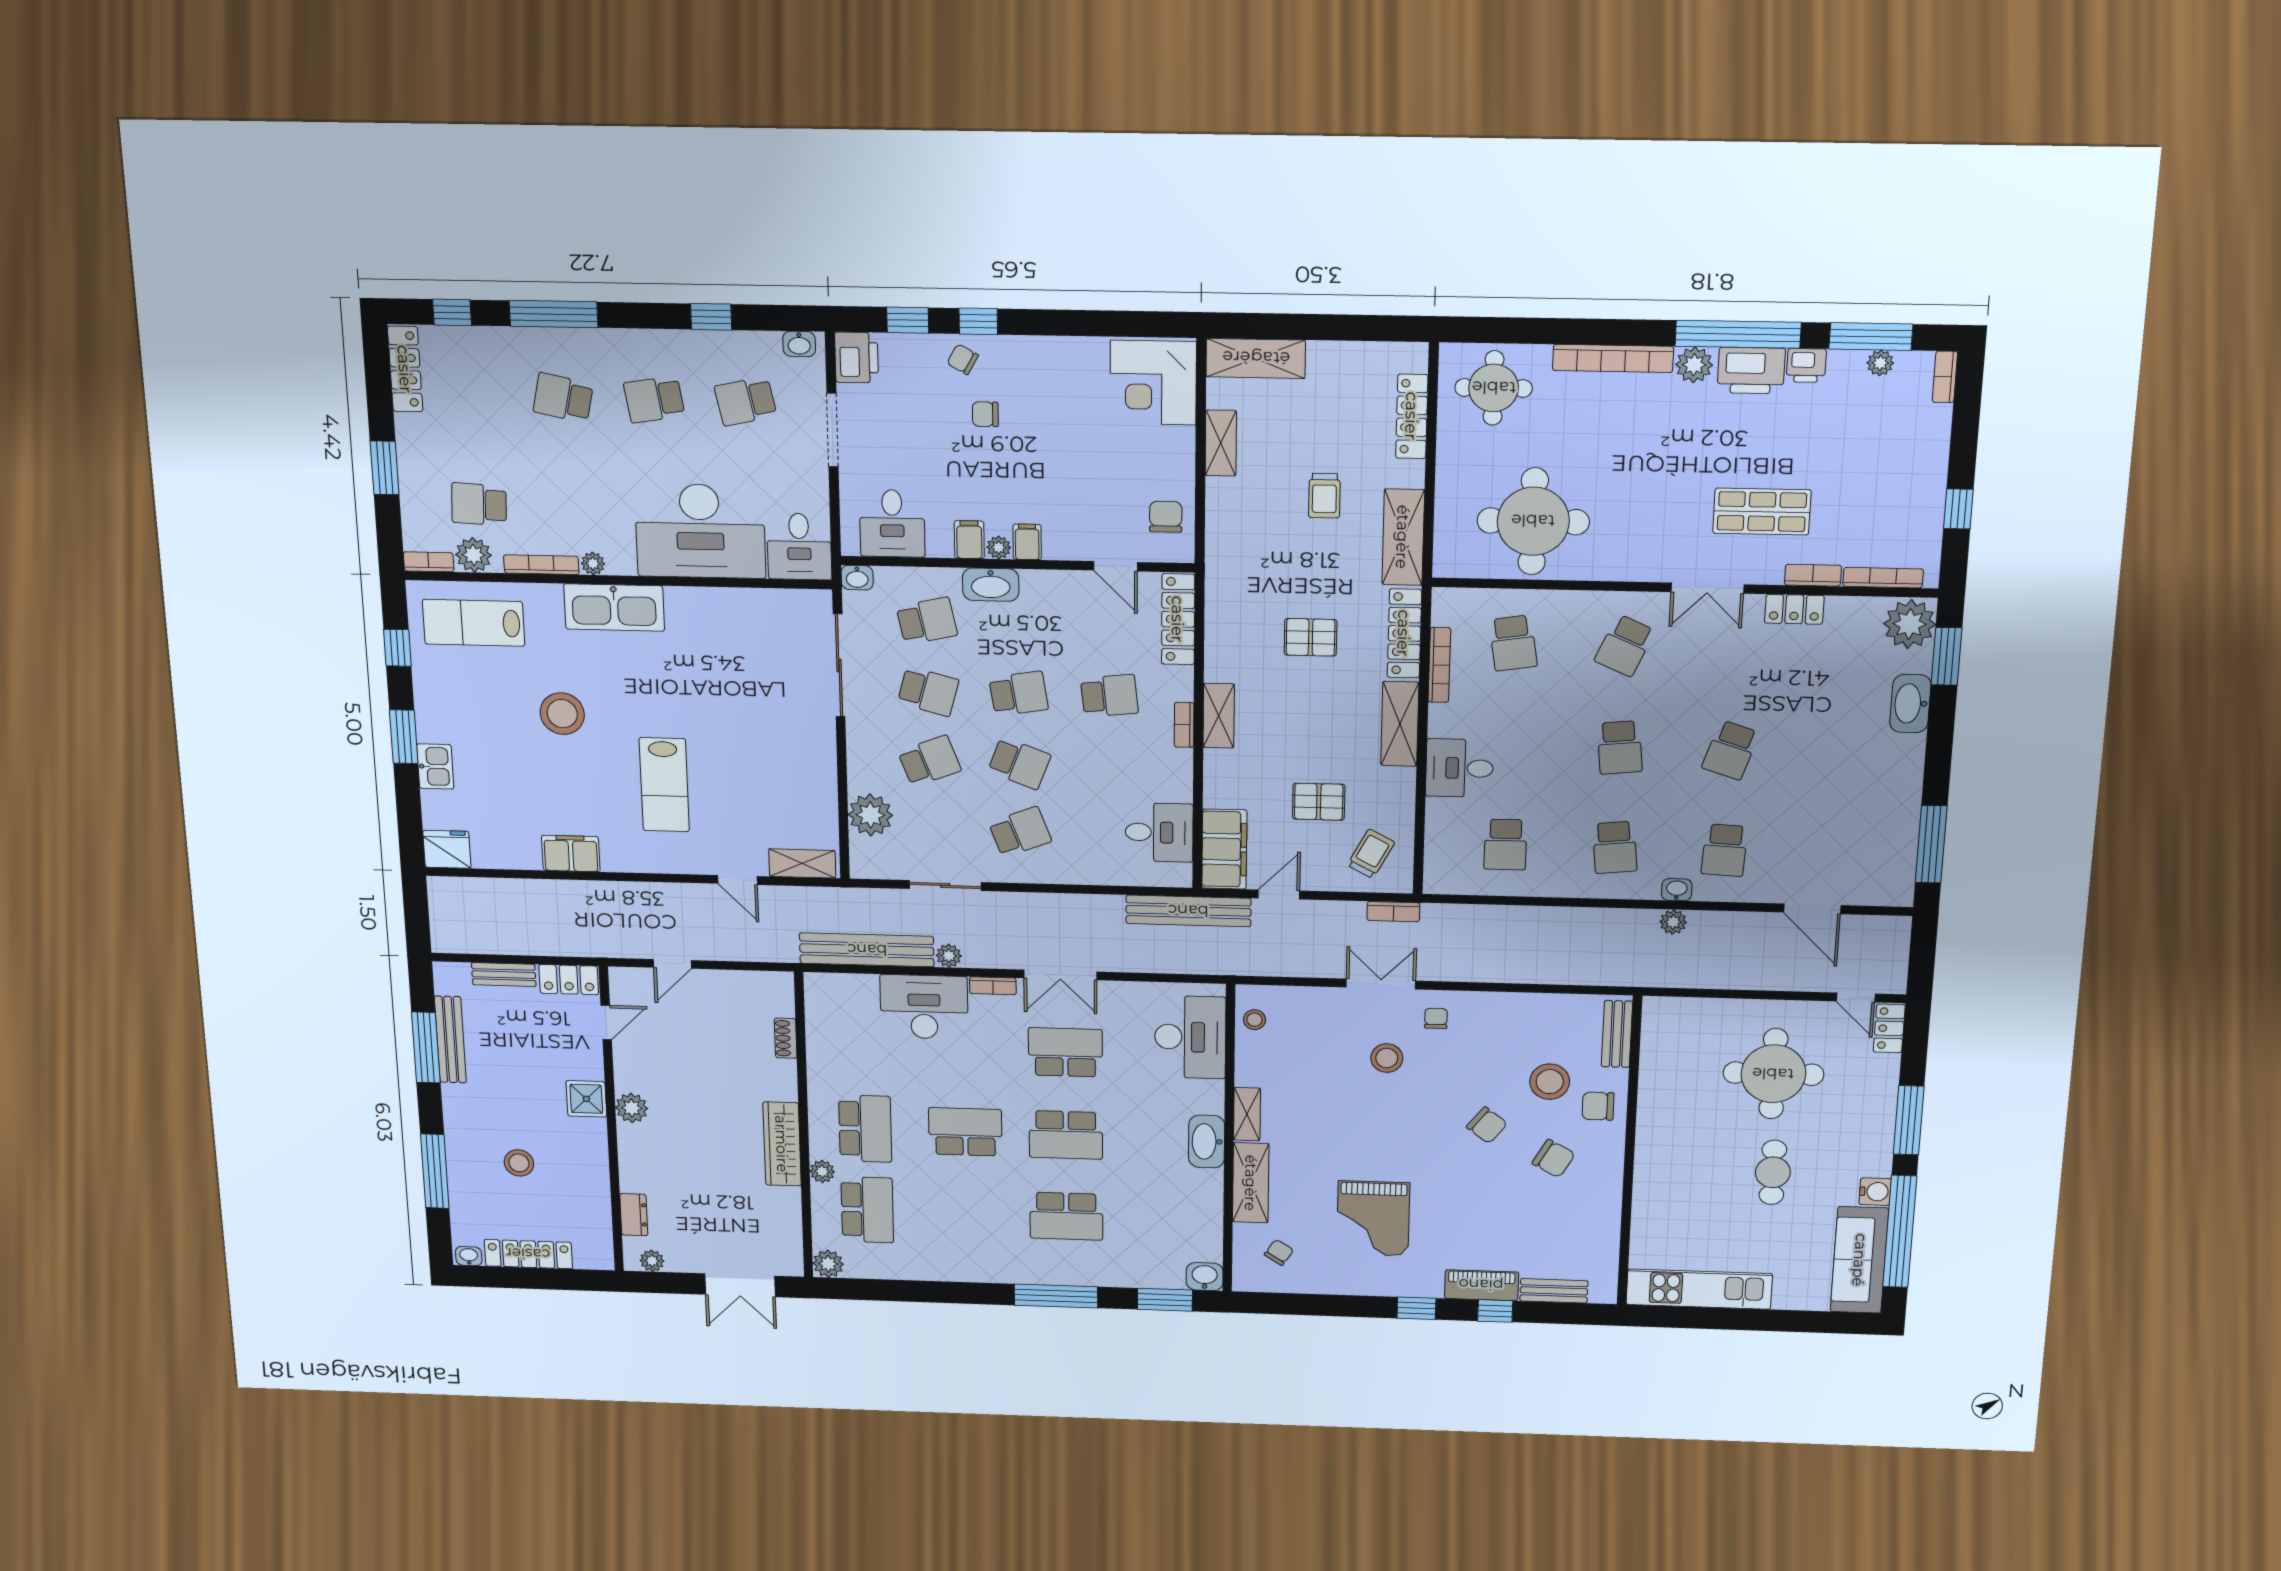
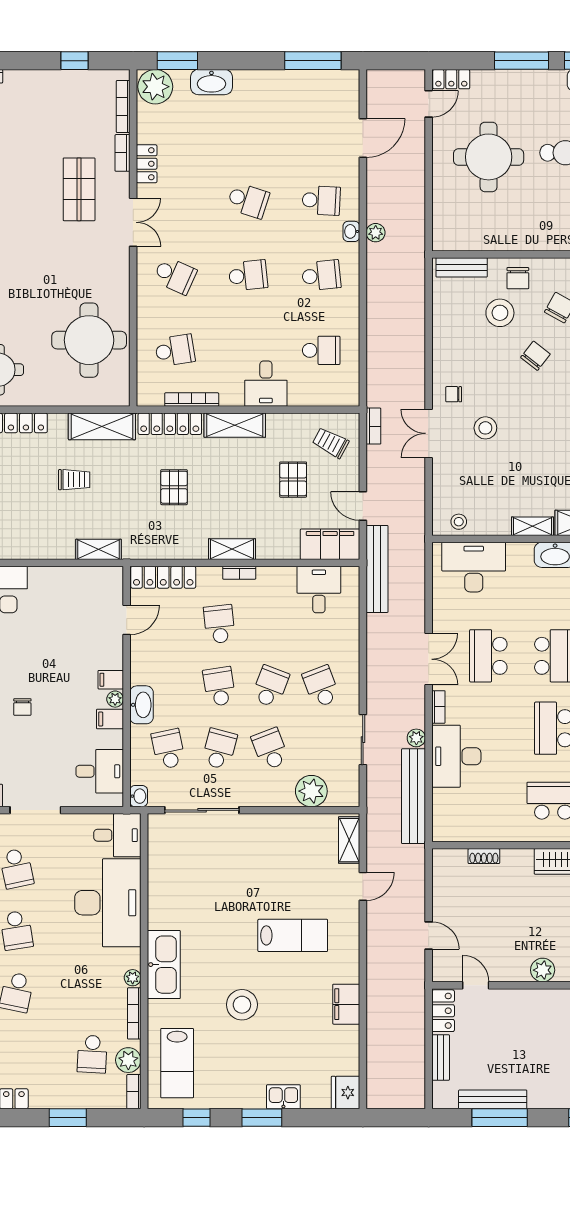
shelving: (1221, 443) -> (99, 549), moved
chair: (1166, 517) -> (91, 586), removed
shower: (586, 1099) -> (536, 1003), removed

